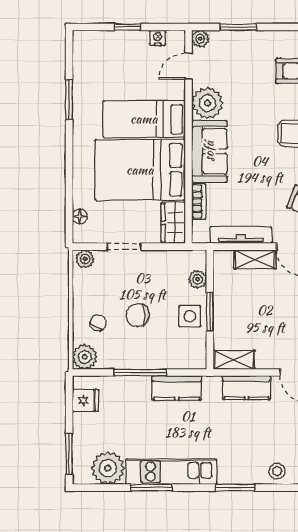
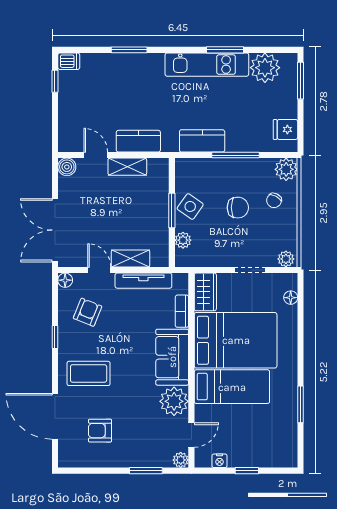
side table: (190, 316) -> (190, 206), turned 35
shelving: (234, 360) -> (127, 167), moved
stool: (277, 471) -> (110, 65), removed
window: (235, 488) -> (129, 50), moved

